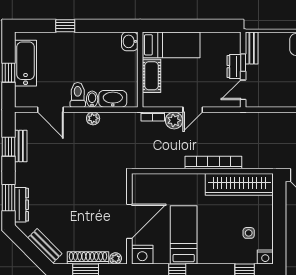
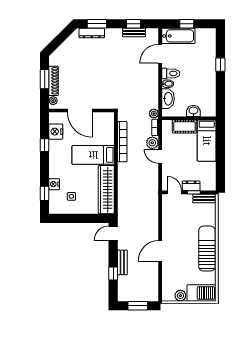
washbasin: (130, 41) -> (193, 111), moved
bathtub: (26, 63) -> (178, 36), moved
plant: (93, 118) -> (154, 114), moved
bookcase: (213, 162) -> (122, 142), moved
bed: (184, 235) -> (93, 155), moved, turned 180
bench: (45, 246) -> (62, 50), removed
nightstand: (142, 255) -> (56, 132), moved
nightstand: (265, 257) -> (54, 184), moved

